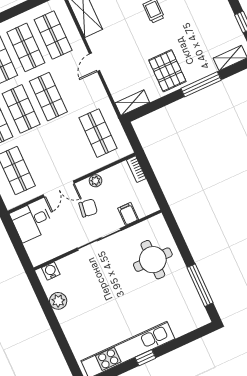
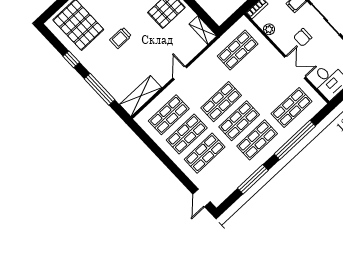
door: (95, 62) -> (180, 73), swing flipped
plant: (96, 181) -> (269, 29), moved
chair: (88, 208) -> (303, 37), turned -98

